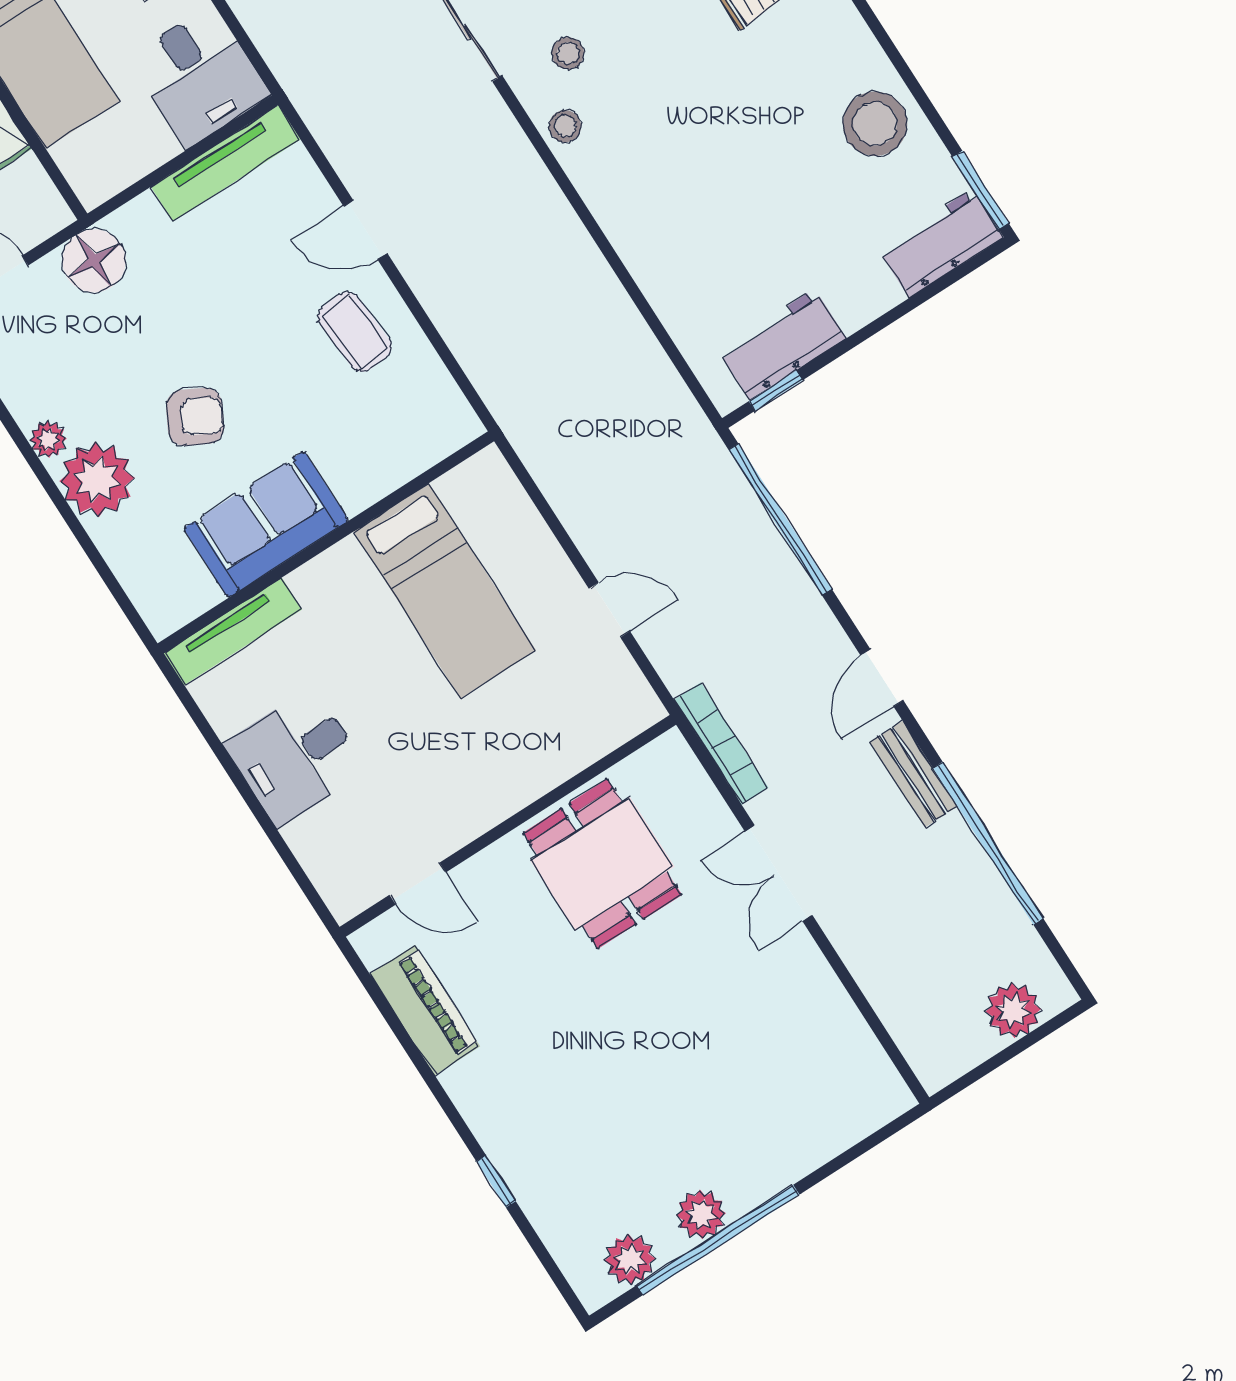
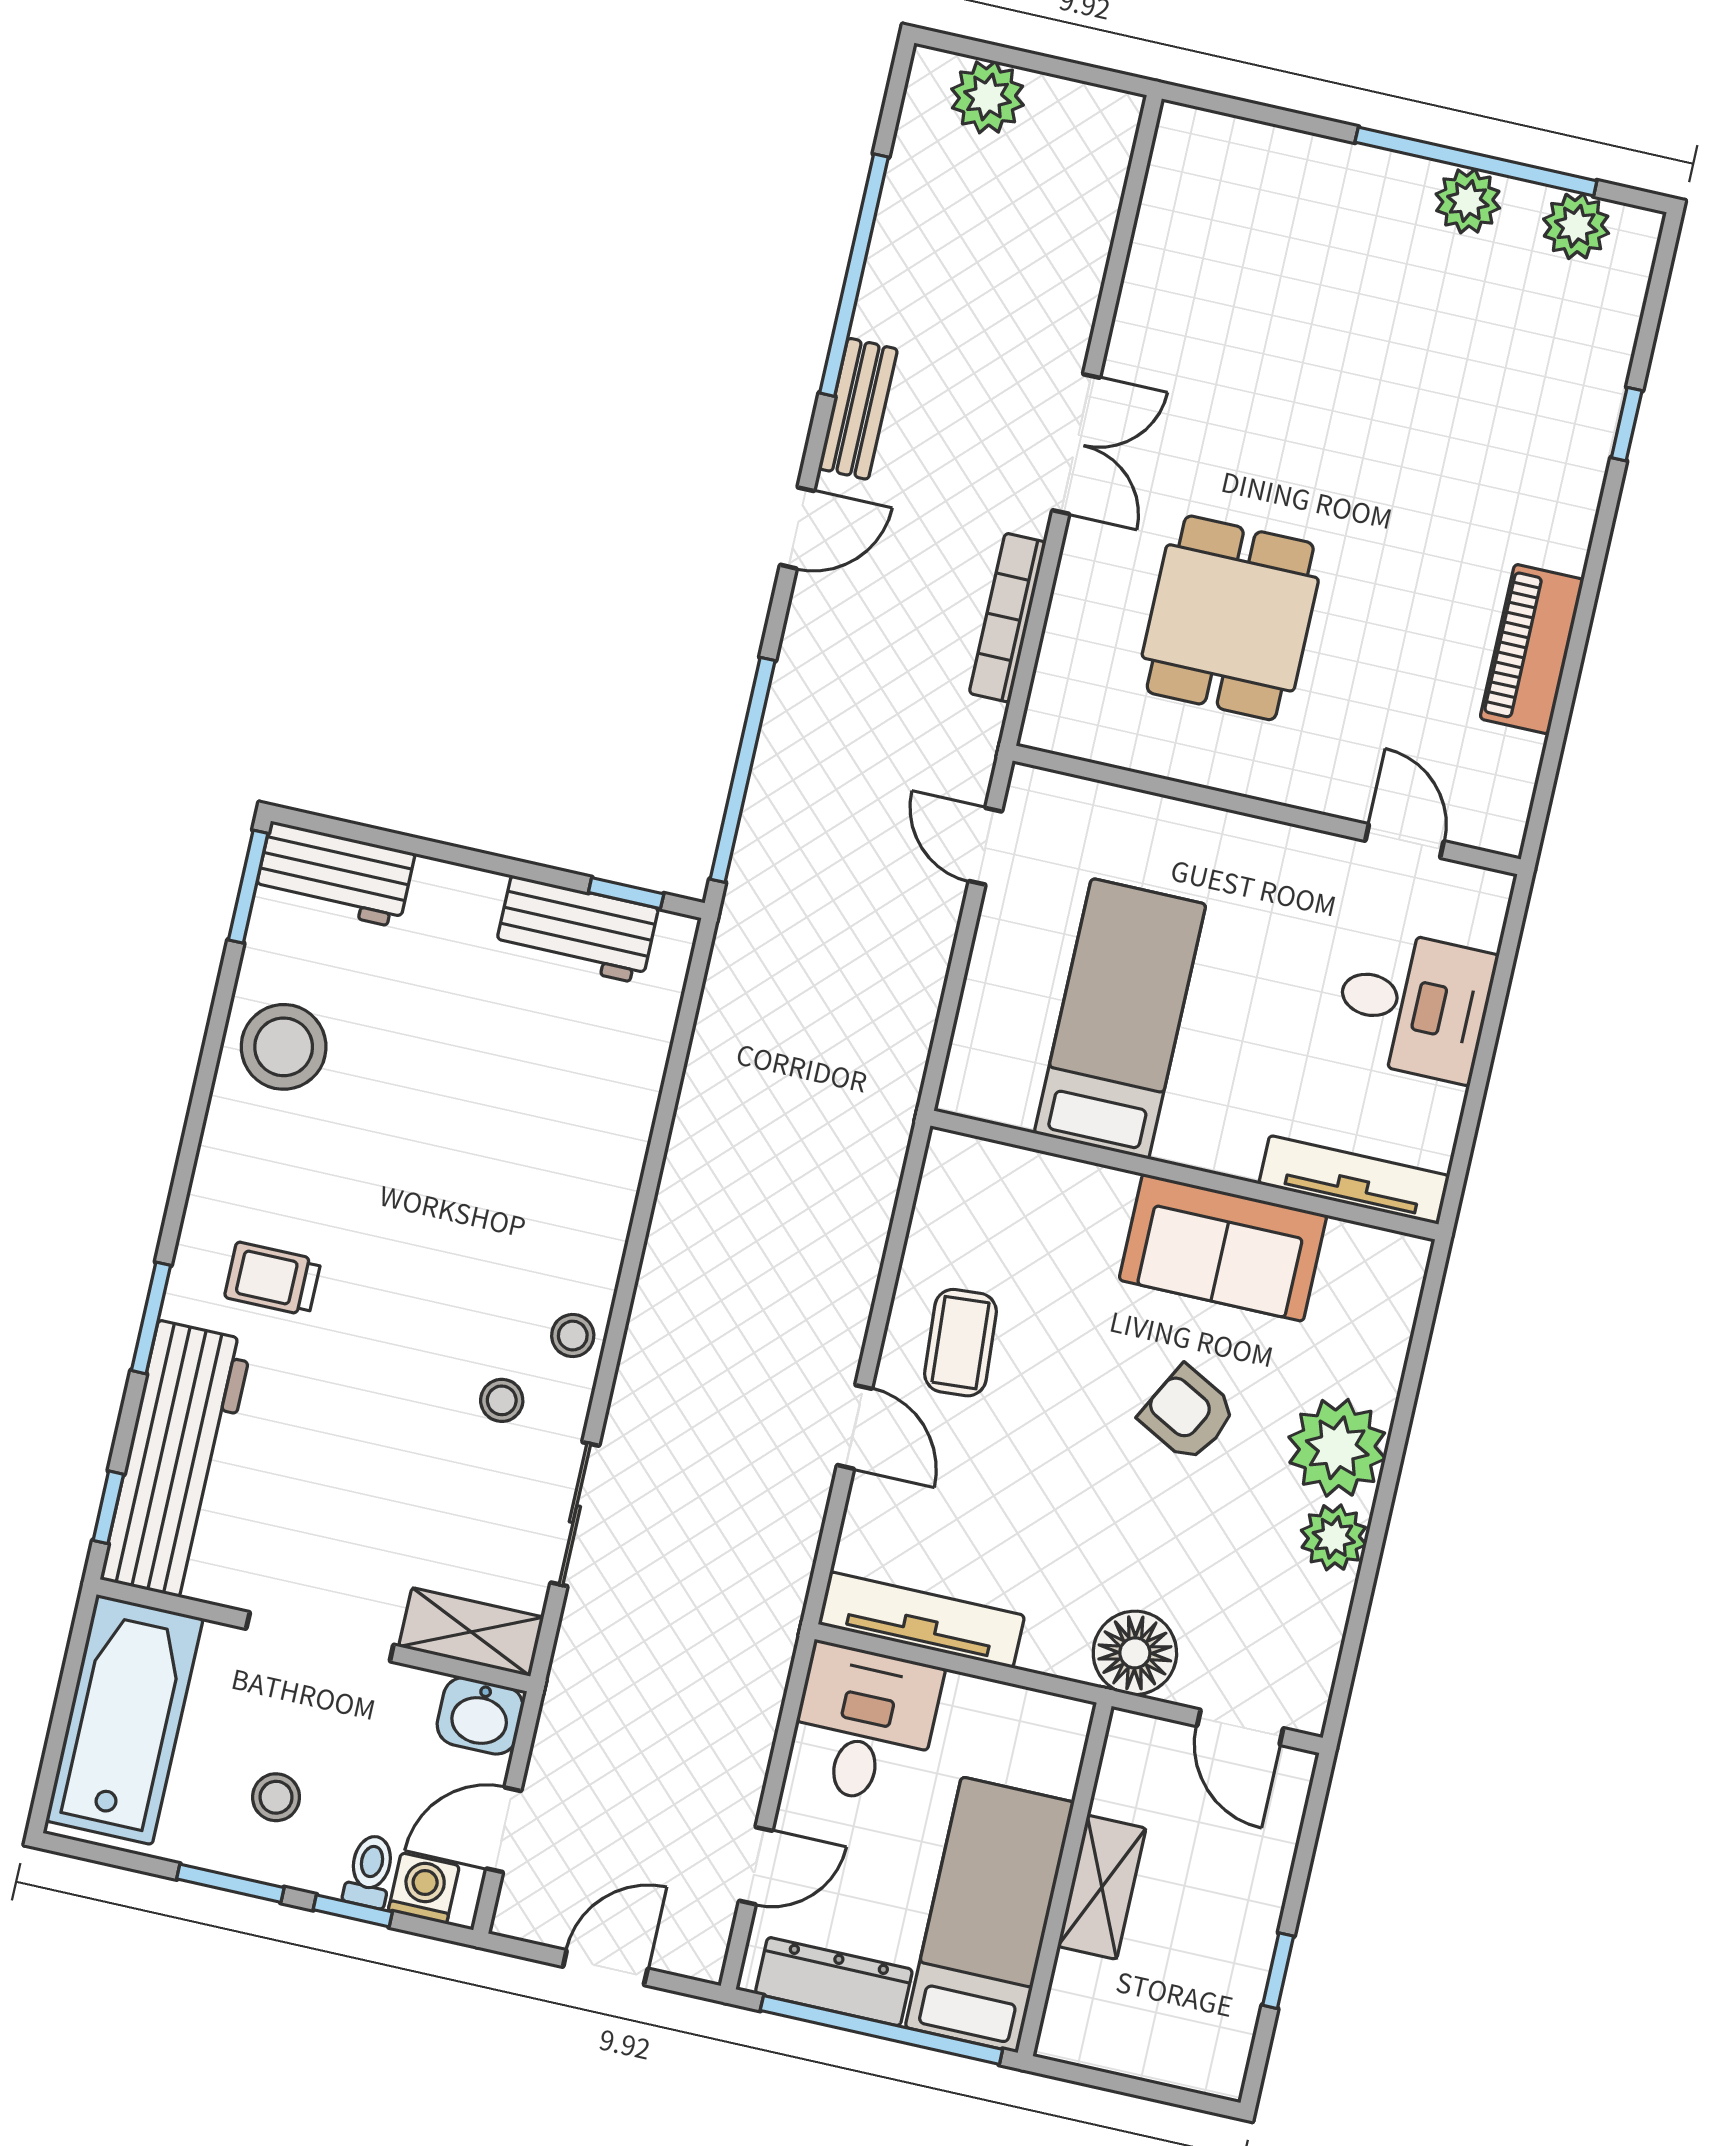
plant: (48, 439) -> (1334, 1537), width x1.38, depth x1.38
wall: (508, 826) -> (1267, 810), moved
door: (418, 884) -> (1404, 841), moved

